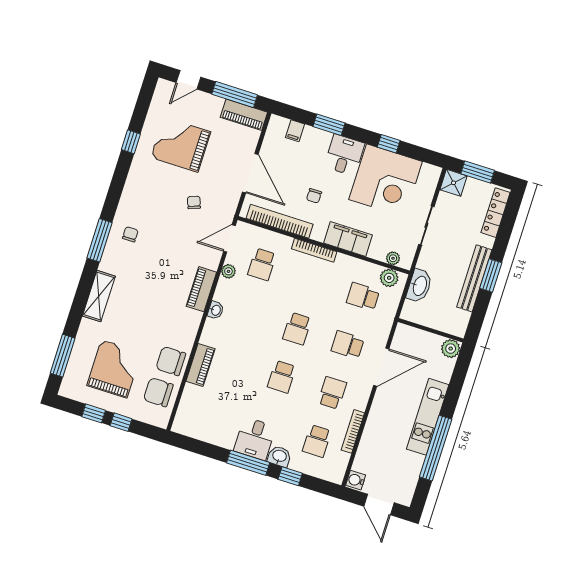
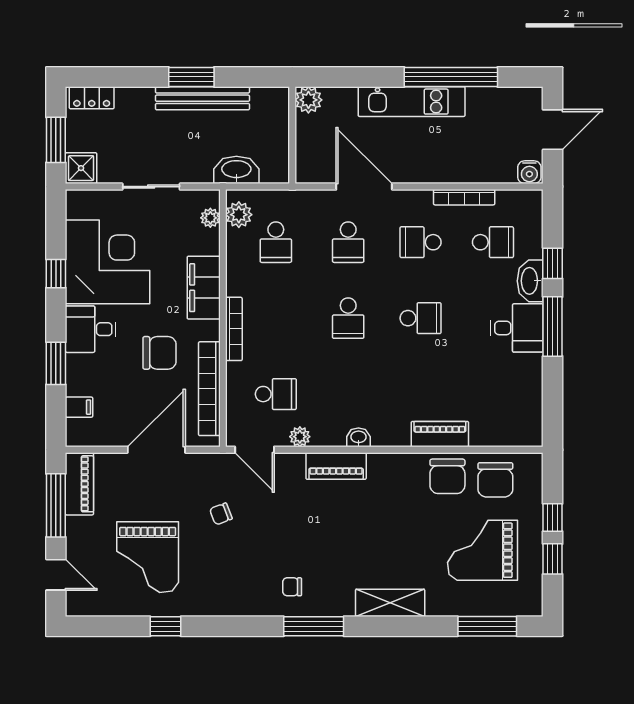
chair: (314, 196) -> (160, 353), width x1.87, depth x1.87
locker: (496, 213) -> (92, 98), width x0.66
school desk: (297, 329) -> (348, 318), turned 90
washbasin: (279, 456) -> (530, 281), width x1.38

